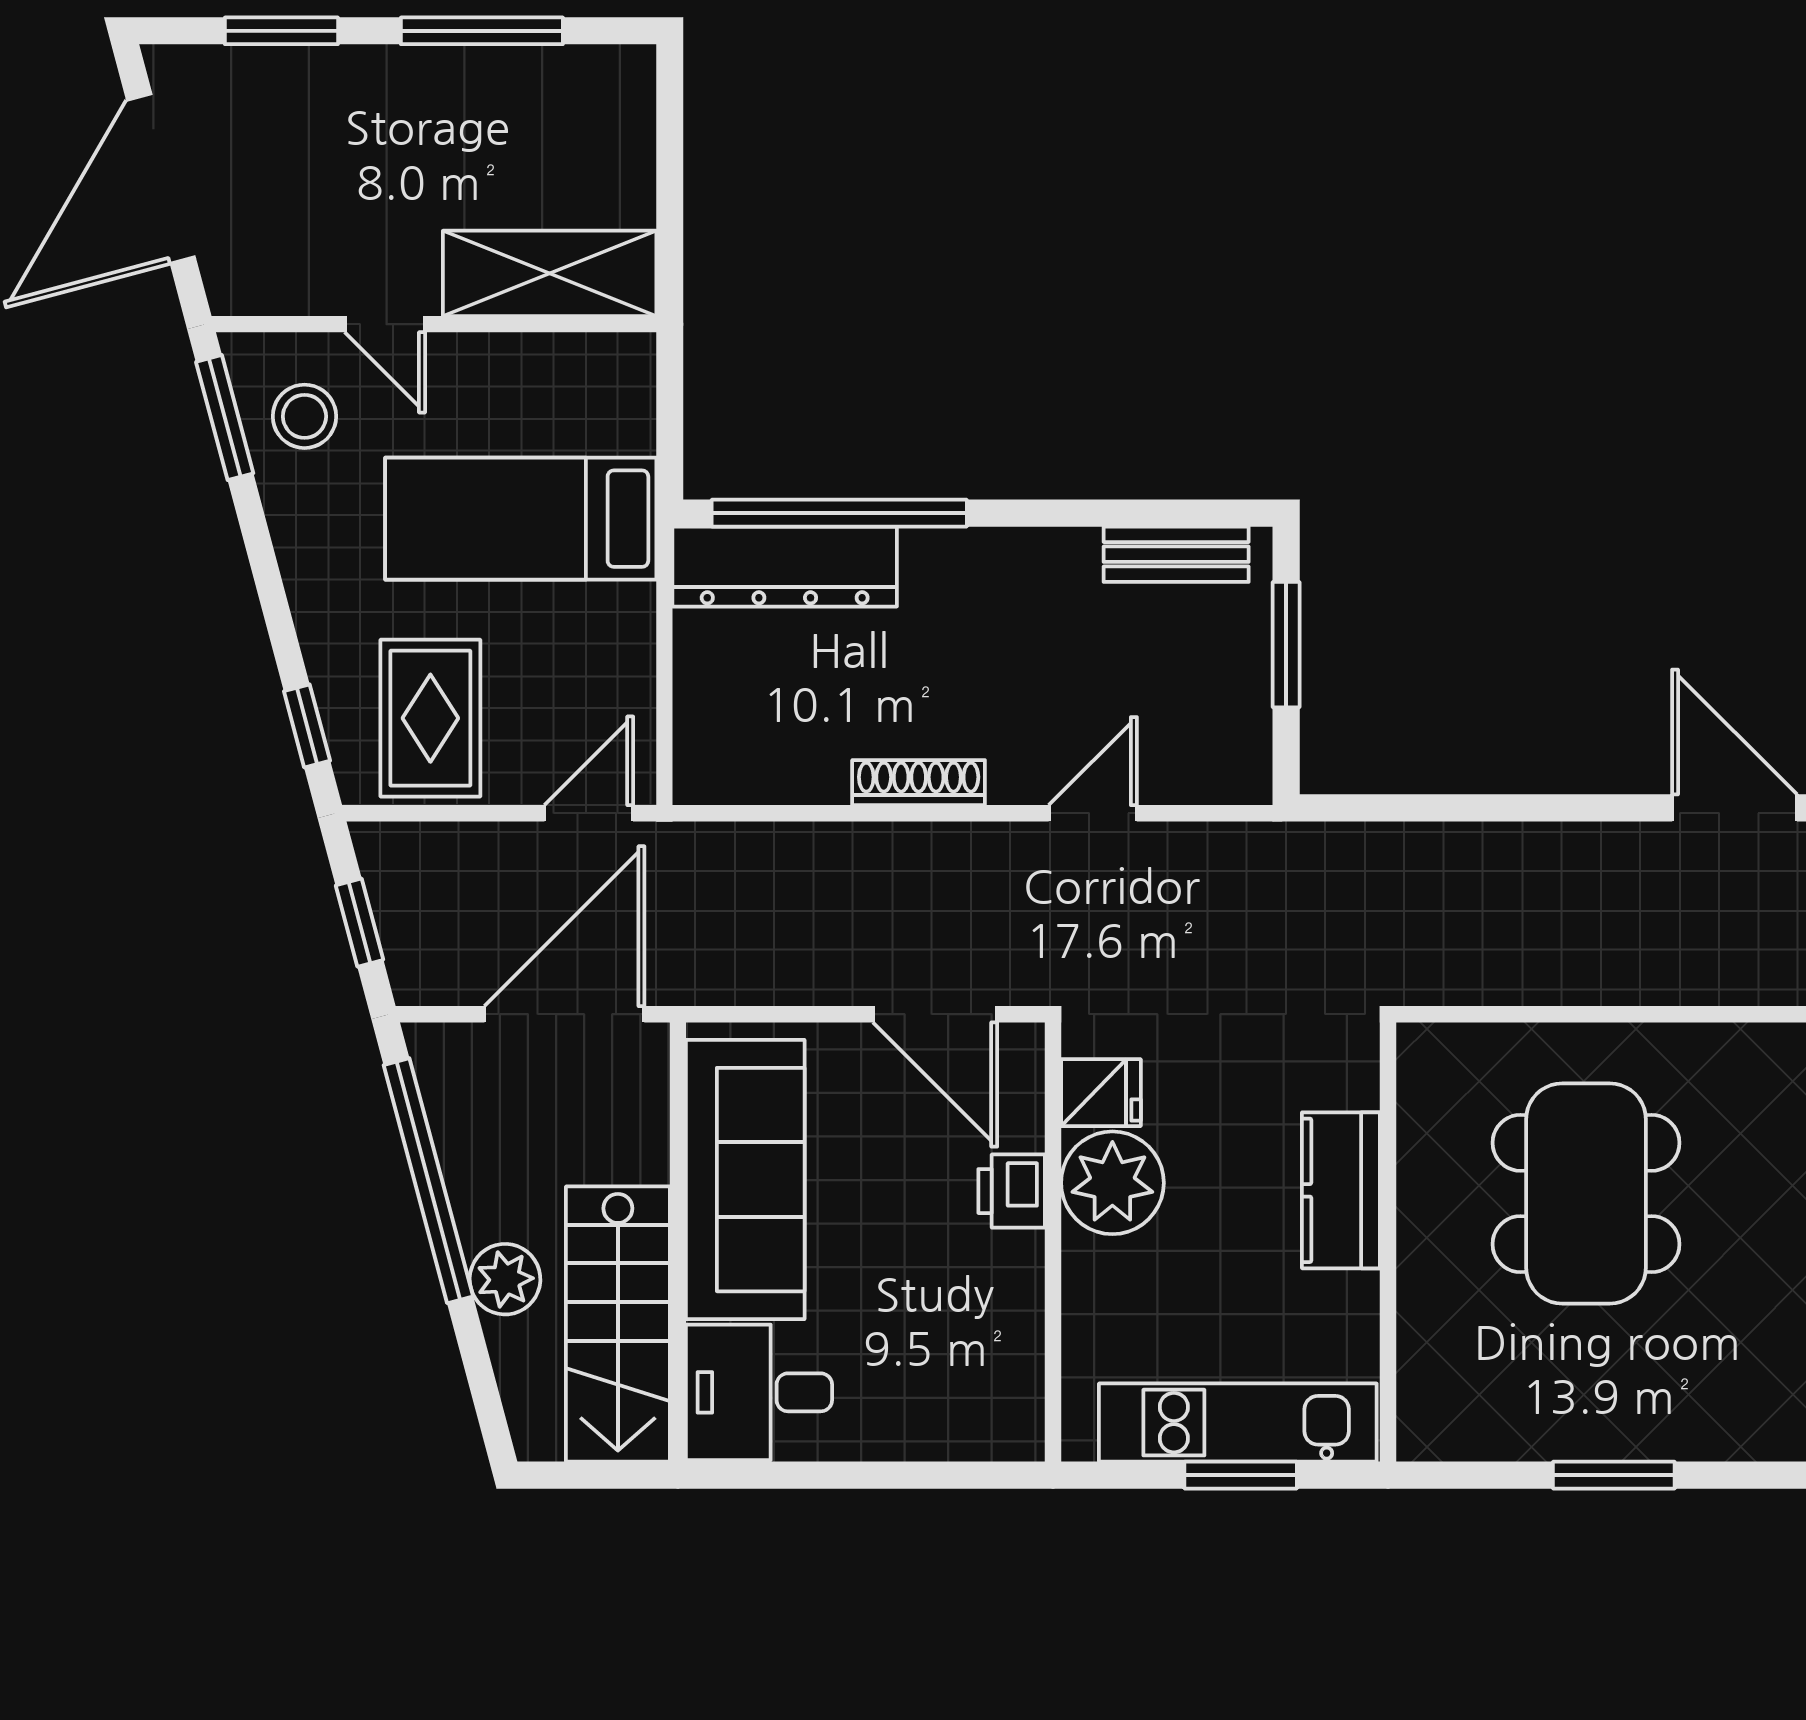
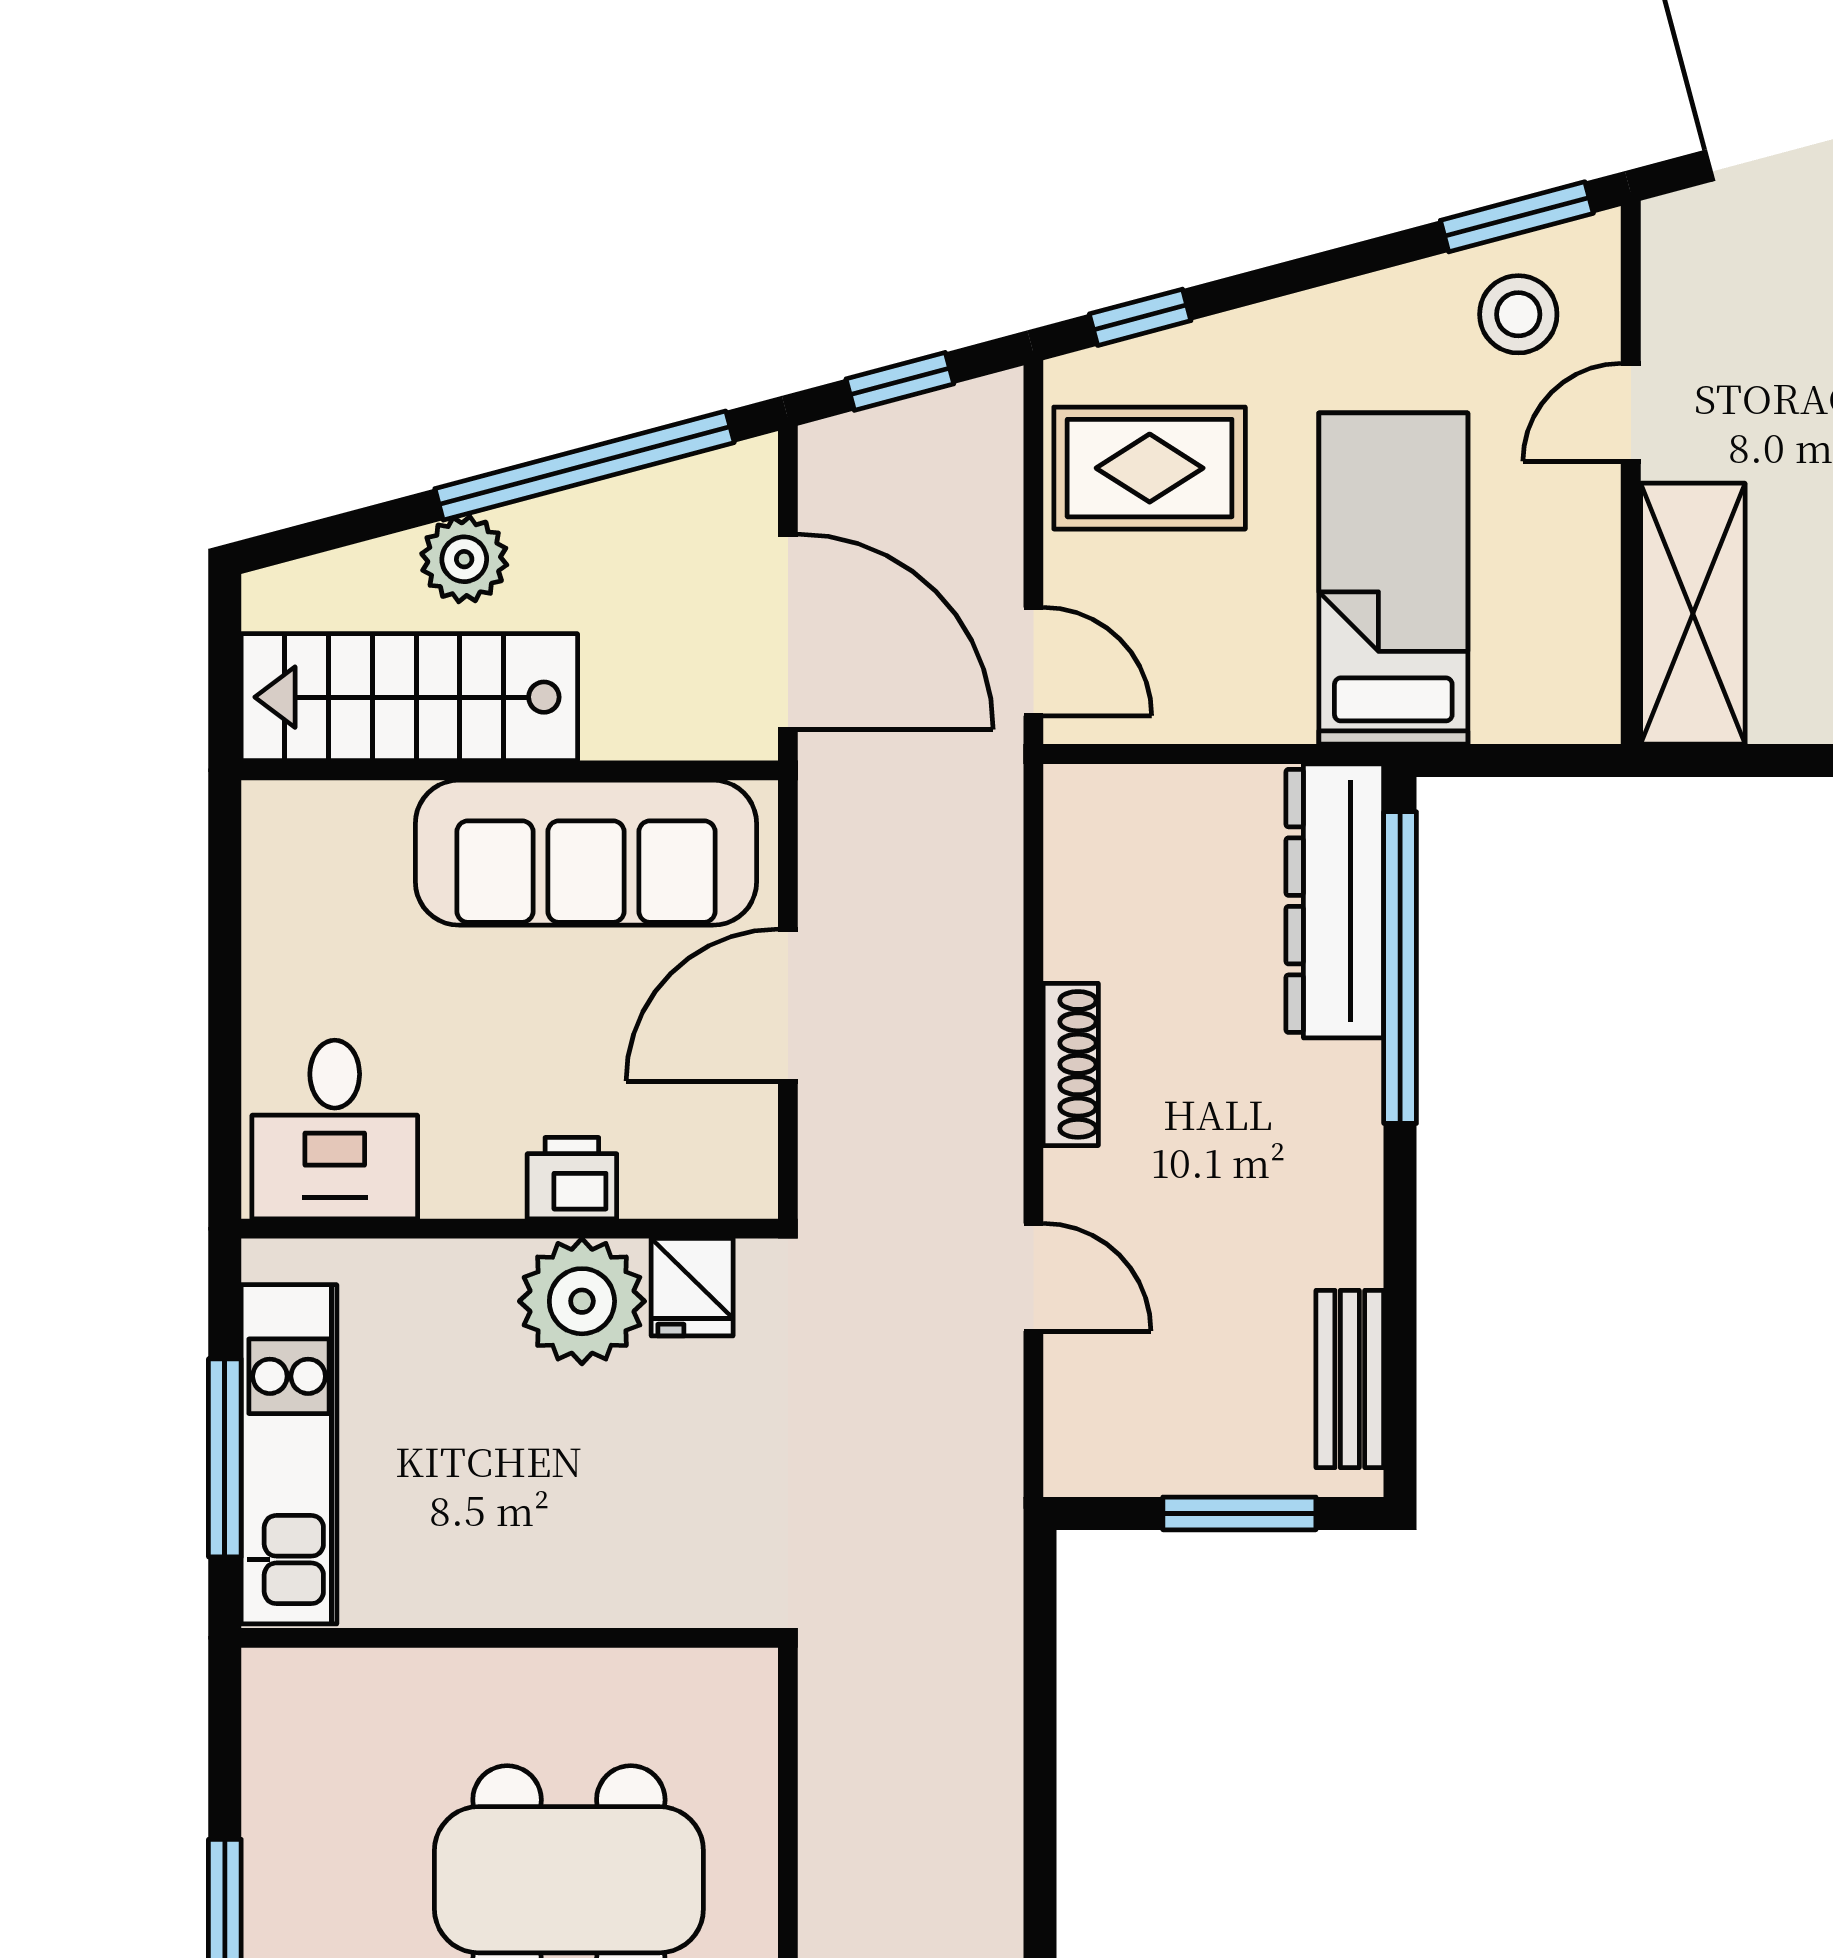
door: (935, 1014) -> (788, 1005), moved
kitchen counter: (1341, 1190) -> (573, 1580), removed
desk: (759, 1392) -> (335, 1130), moved, turned 180
window: (1241, 1475) -> (225, 1458), width x1.44

